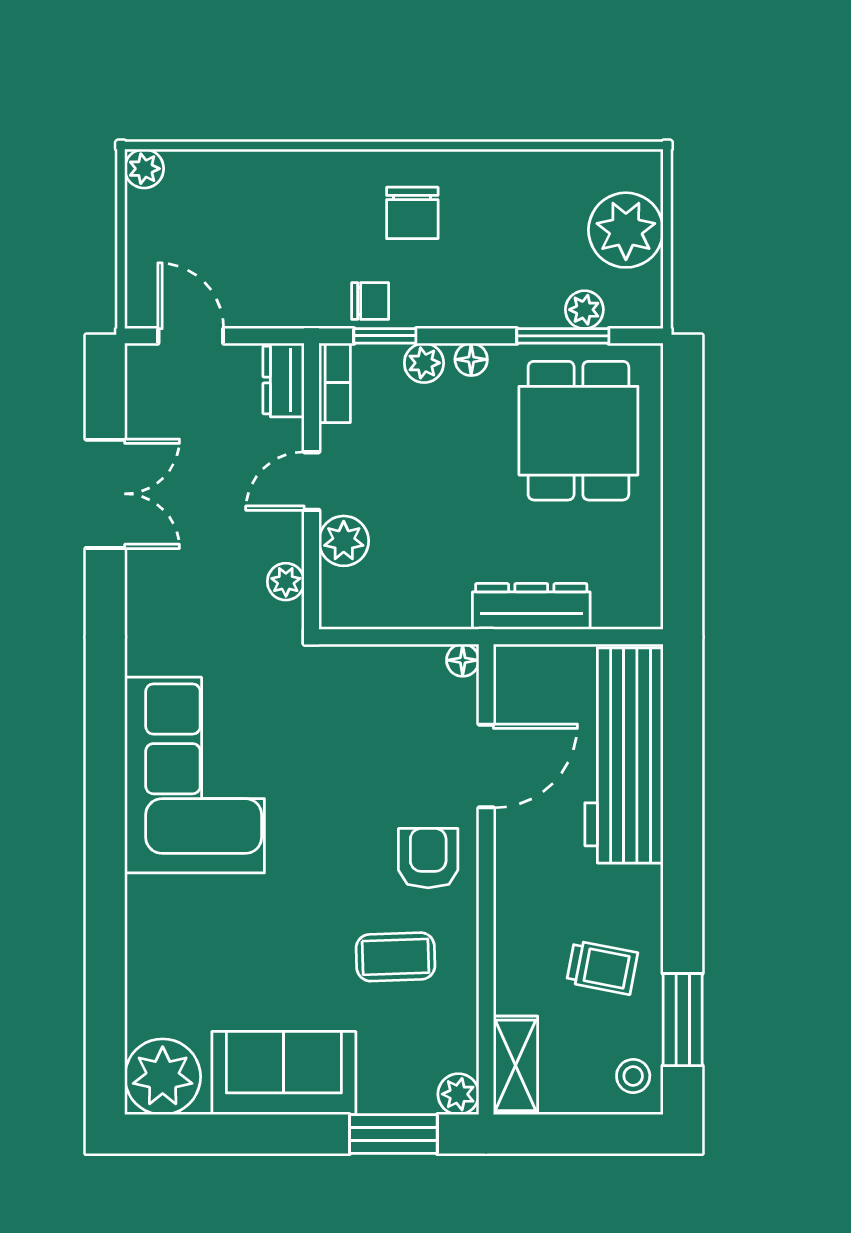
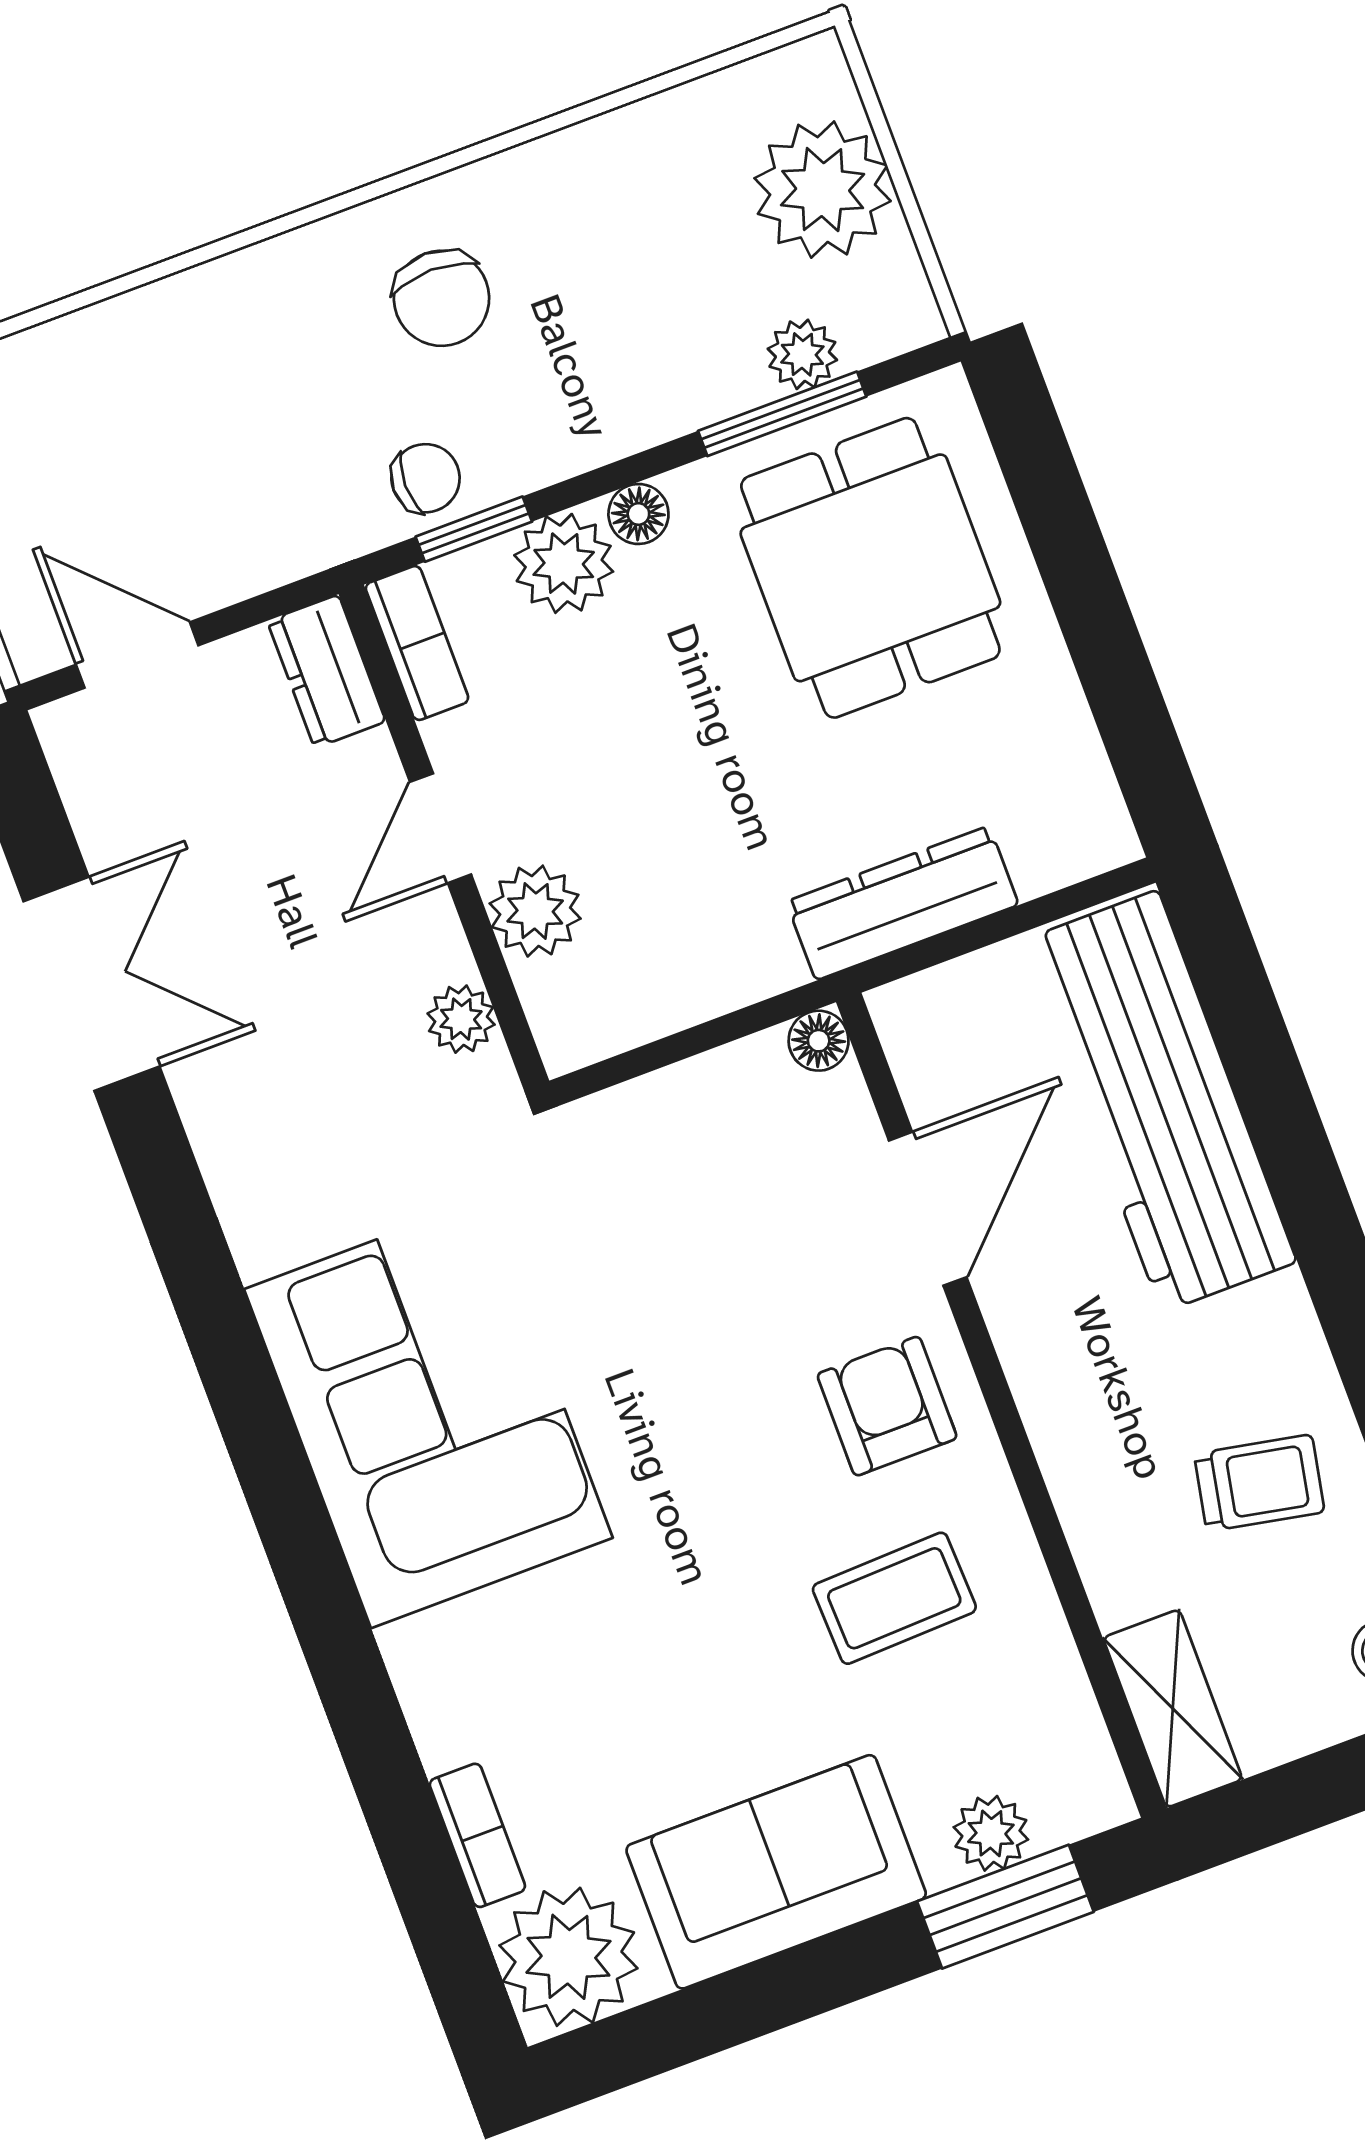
plant: (424, 363) -> (564, 563), width x1.38, depth x1.38
bookcase: (140, 998) -> (477, 1835), added
plant: (458, 1094) -> (991, 1833), moved

